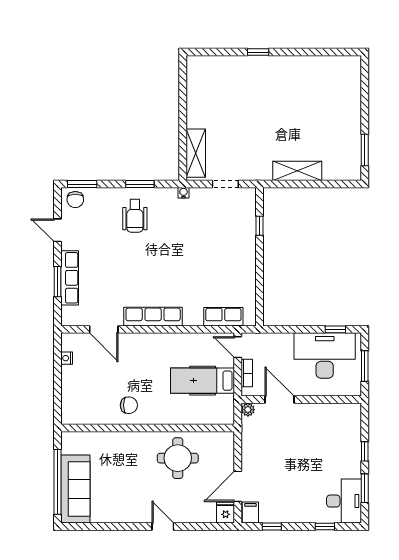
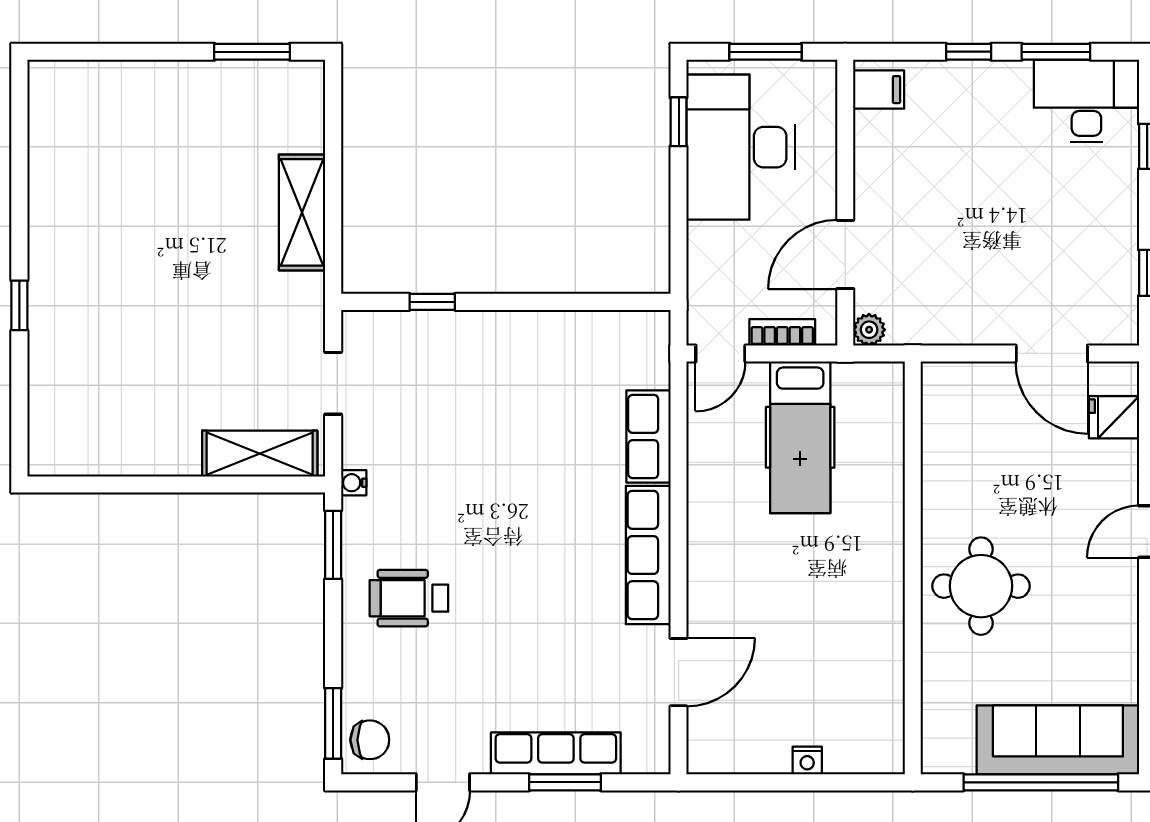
window: (140, 184) -> (333, 545), moved
wheelchair: (135, 216) -> (409, 598), turned 180
row of seats: (223, 317) -> (649, 437), moved
nightstand: (67, 358) -> (807, 761), moved
chair: (129, 405) -> (859, 613), removed
round table: (178, 458) -> (981, 586), moved
filing cabinet: (250, 512) -> (879, 90), moved, turned 180
fridge: (226, 513) -> (1114, 417), moved

